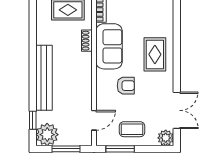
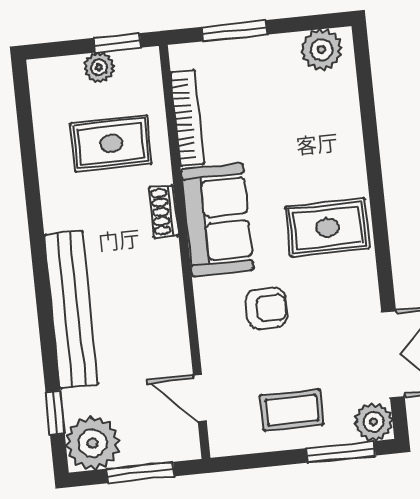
rug: (155, 54) -> (328, 227), turned 90
door: (94, 120) -> (200, 398), swing flipped
window: (120, 149) -> (341, 452), moved

